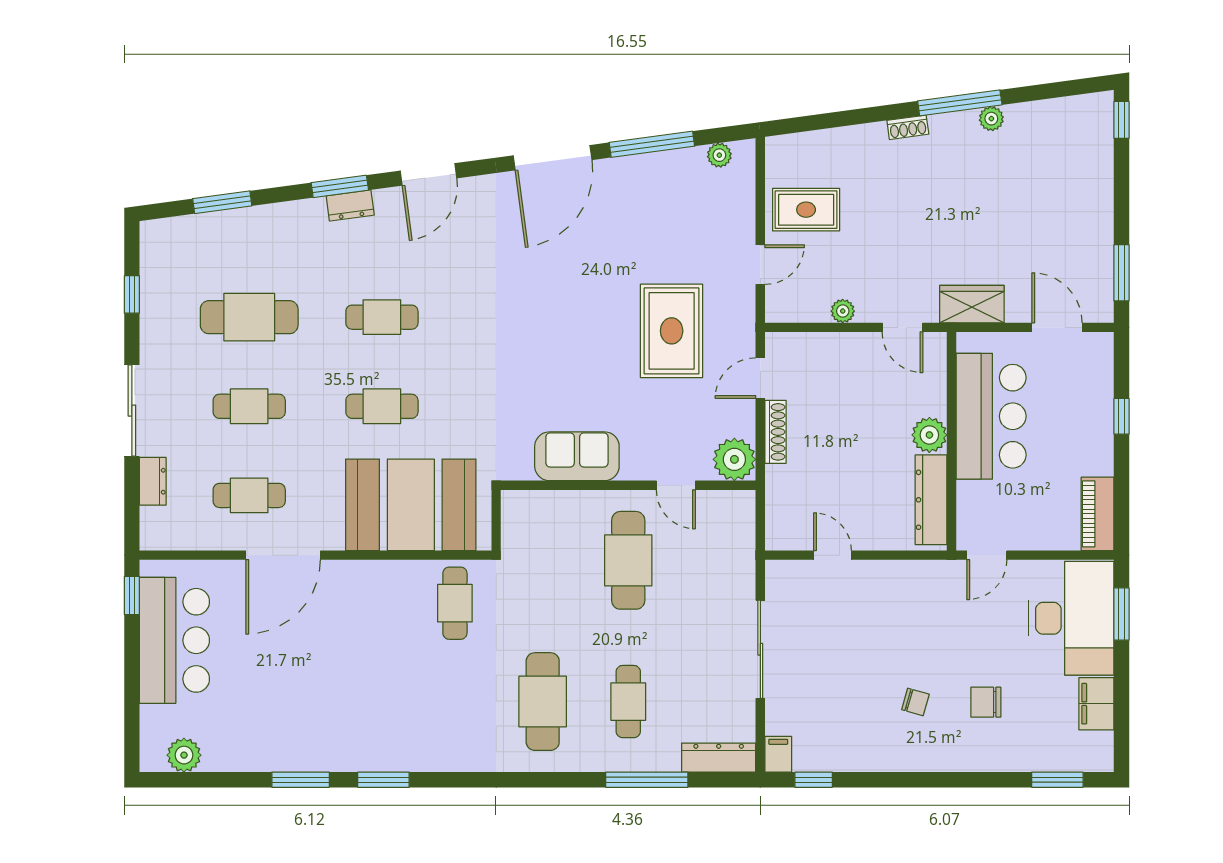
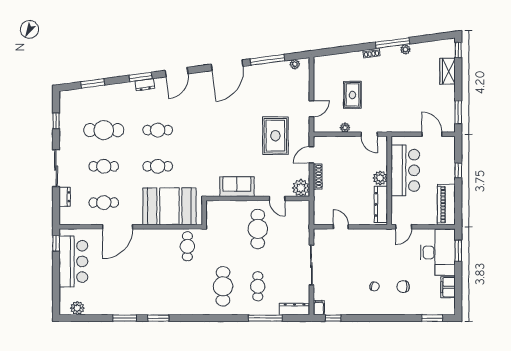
rug: (806, 210) -> (352, 95), moved, turned 90
wardrobe: (972, 304) -> (448, 71), moved, turned -90
piano: (1098, 514) -> (446, 205), width x1.37, depth x1.33

